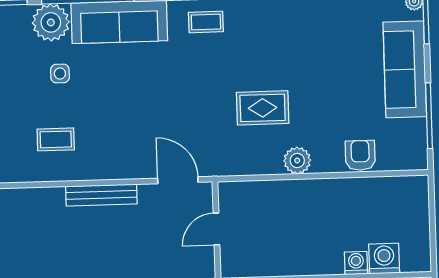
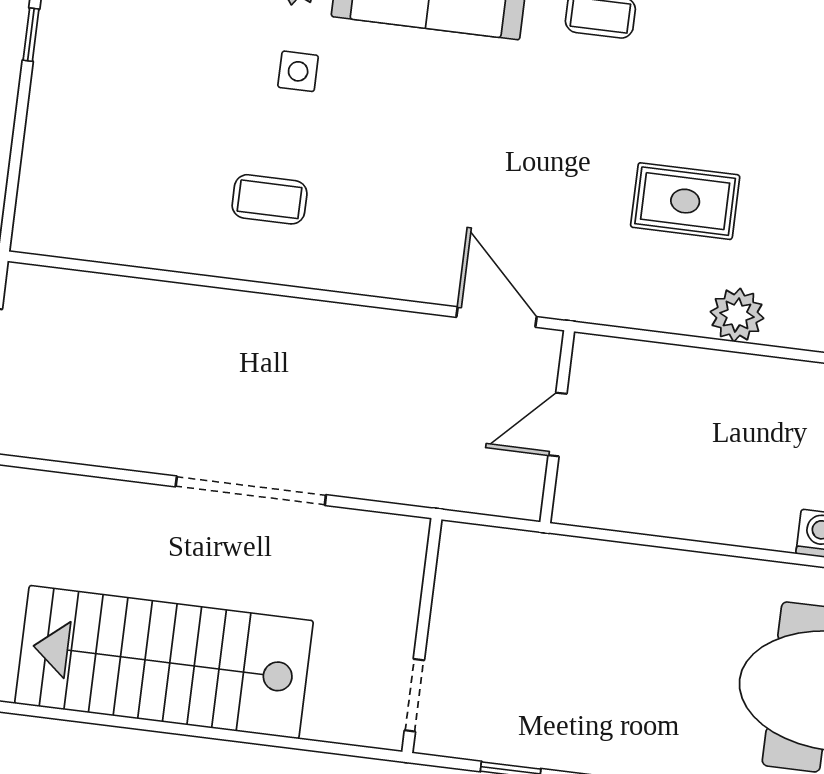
bench: (101, 195) -> (342, 322), removed

